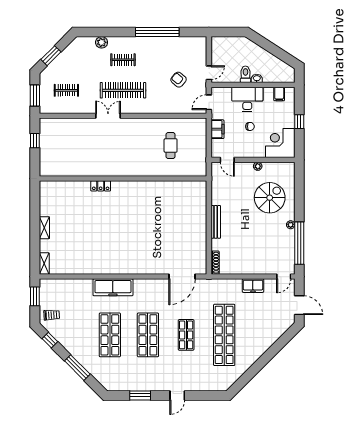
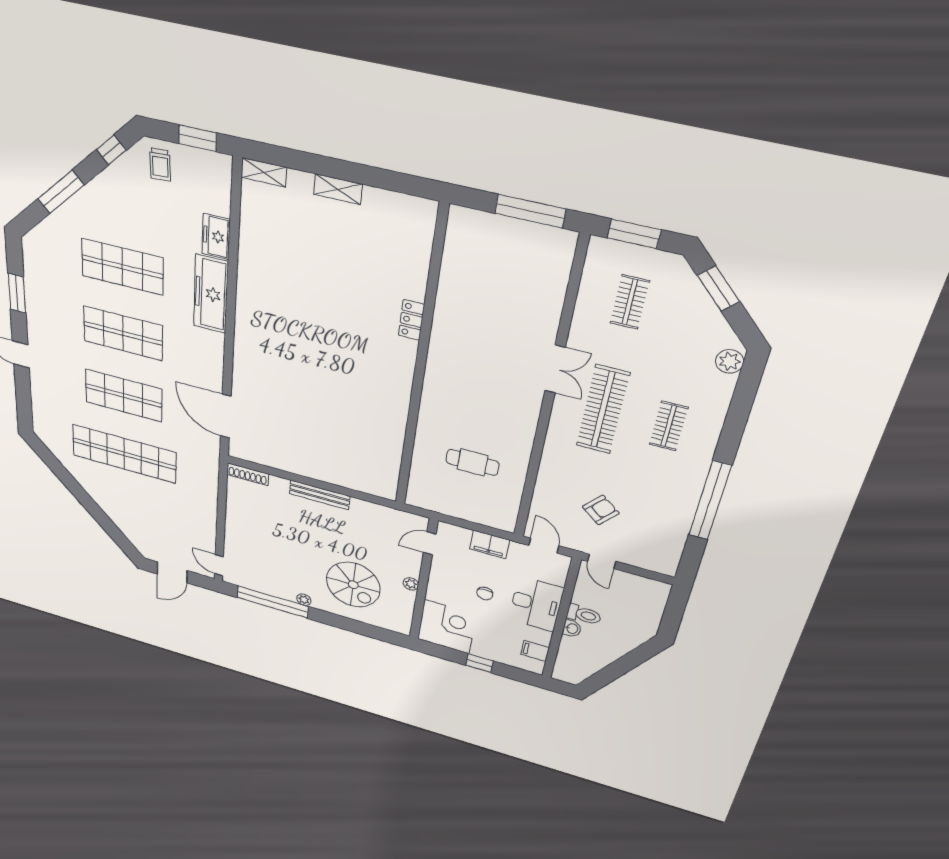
plant: (102, 42) -> (730, 361), moved
window: (35, 141) -> (530, 211), width x2.17
freezer: (253, 286) -> (216, 237), moved
shop shelf: (186, 335) -> (124, 396), width x1.43, depth x1.36

